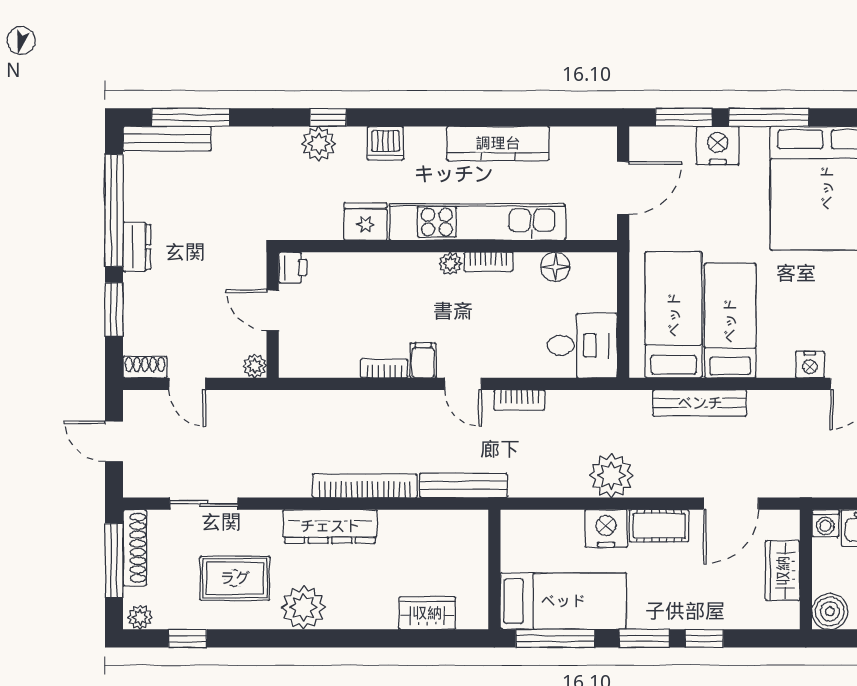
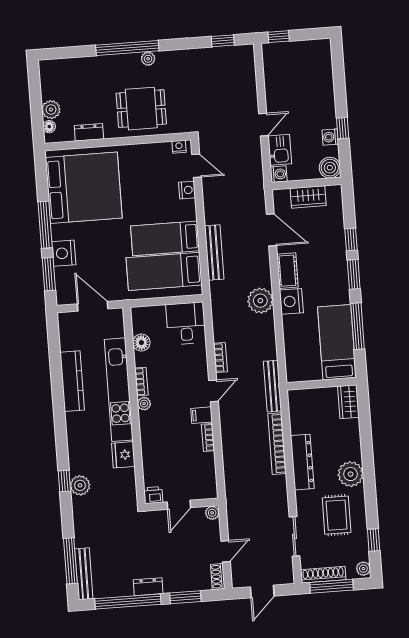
dishwasher: (385, 143) -> (77, 447), removed
wall: (494, 570) -> (322, 384), moved
bed: (563, 601) -> (337, 342), moved

